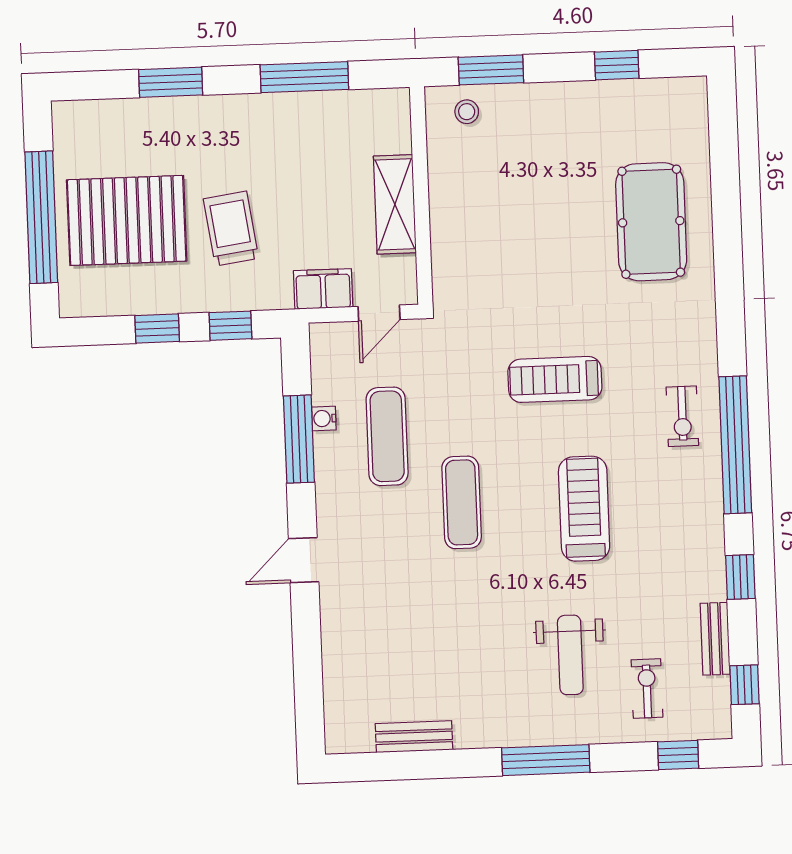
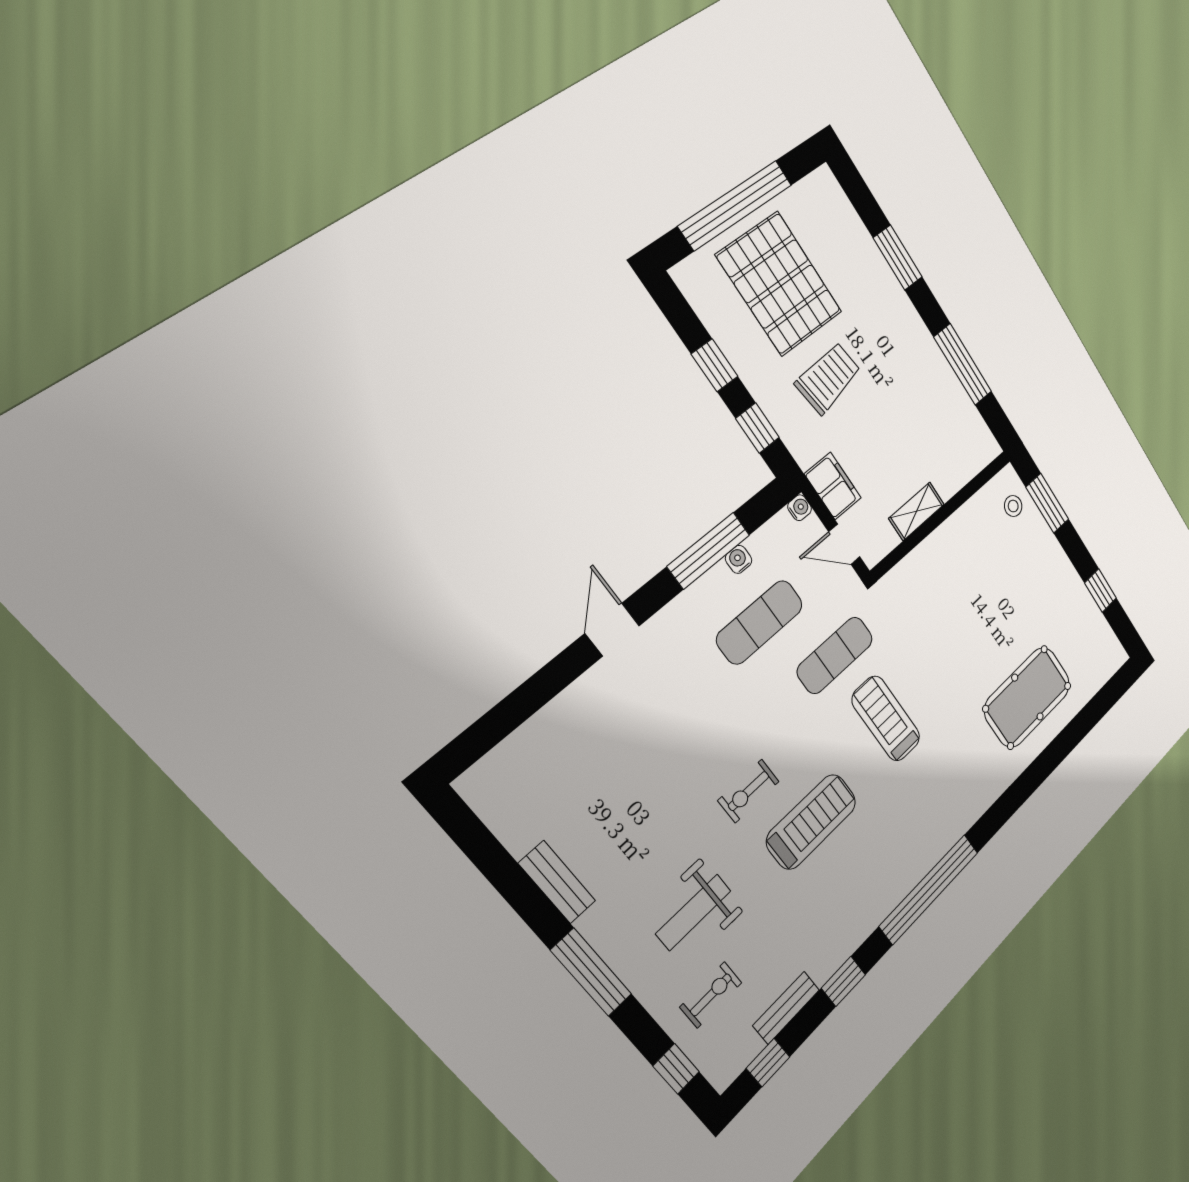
shelving: (395, 204) -> (917, 511), width x0.67, depth x0.75
water cooler: (320, 334) -> (800, 508), added
exercise bike: (682, 416) -> (749, 791), moved
exercise mat: (462, 502) -> (835, 655), moved
door: (304, 560) -> (612, 630), hinge flipped
bench: (414, 737) -> (557, 882), moved

